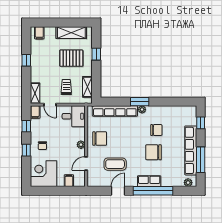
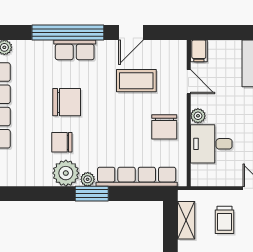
plant: (154, 113) -> (66, 173), added
desk: (74, 116) -> (211, 144), moved
chair: (100, 139) -> (164, 127), turned -90
door: (86, 163) -> (189, 82), hinge flipped
filing cabinet: (69, 181) -> (199, 51), moved

